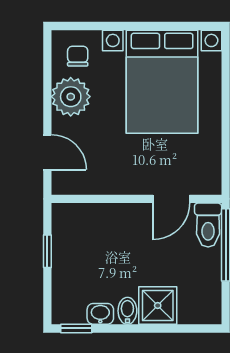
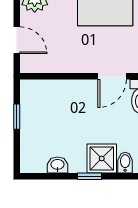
bidet: (127, 311) -> (125, 163), moved
window: (76, 328) -> (89, 176), moved

